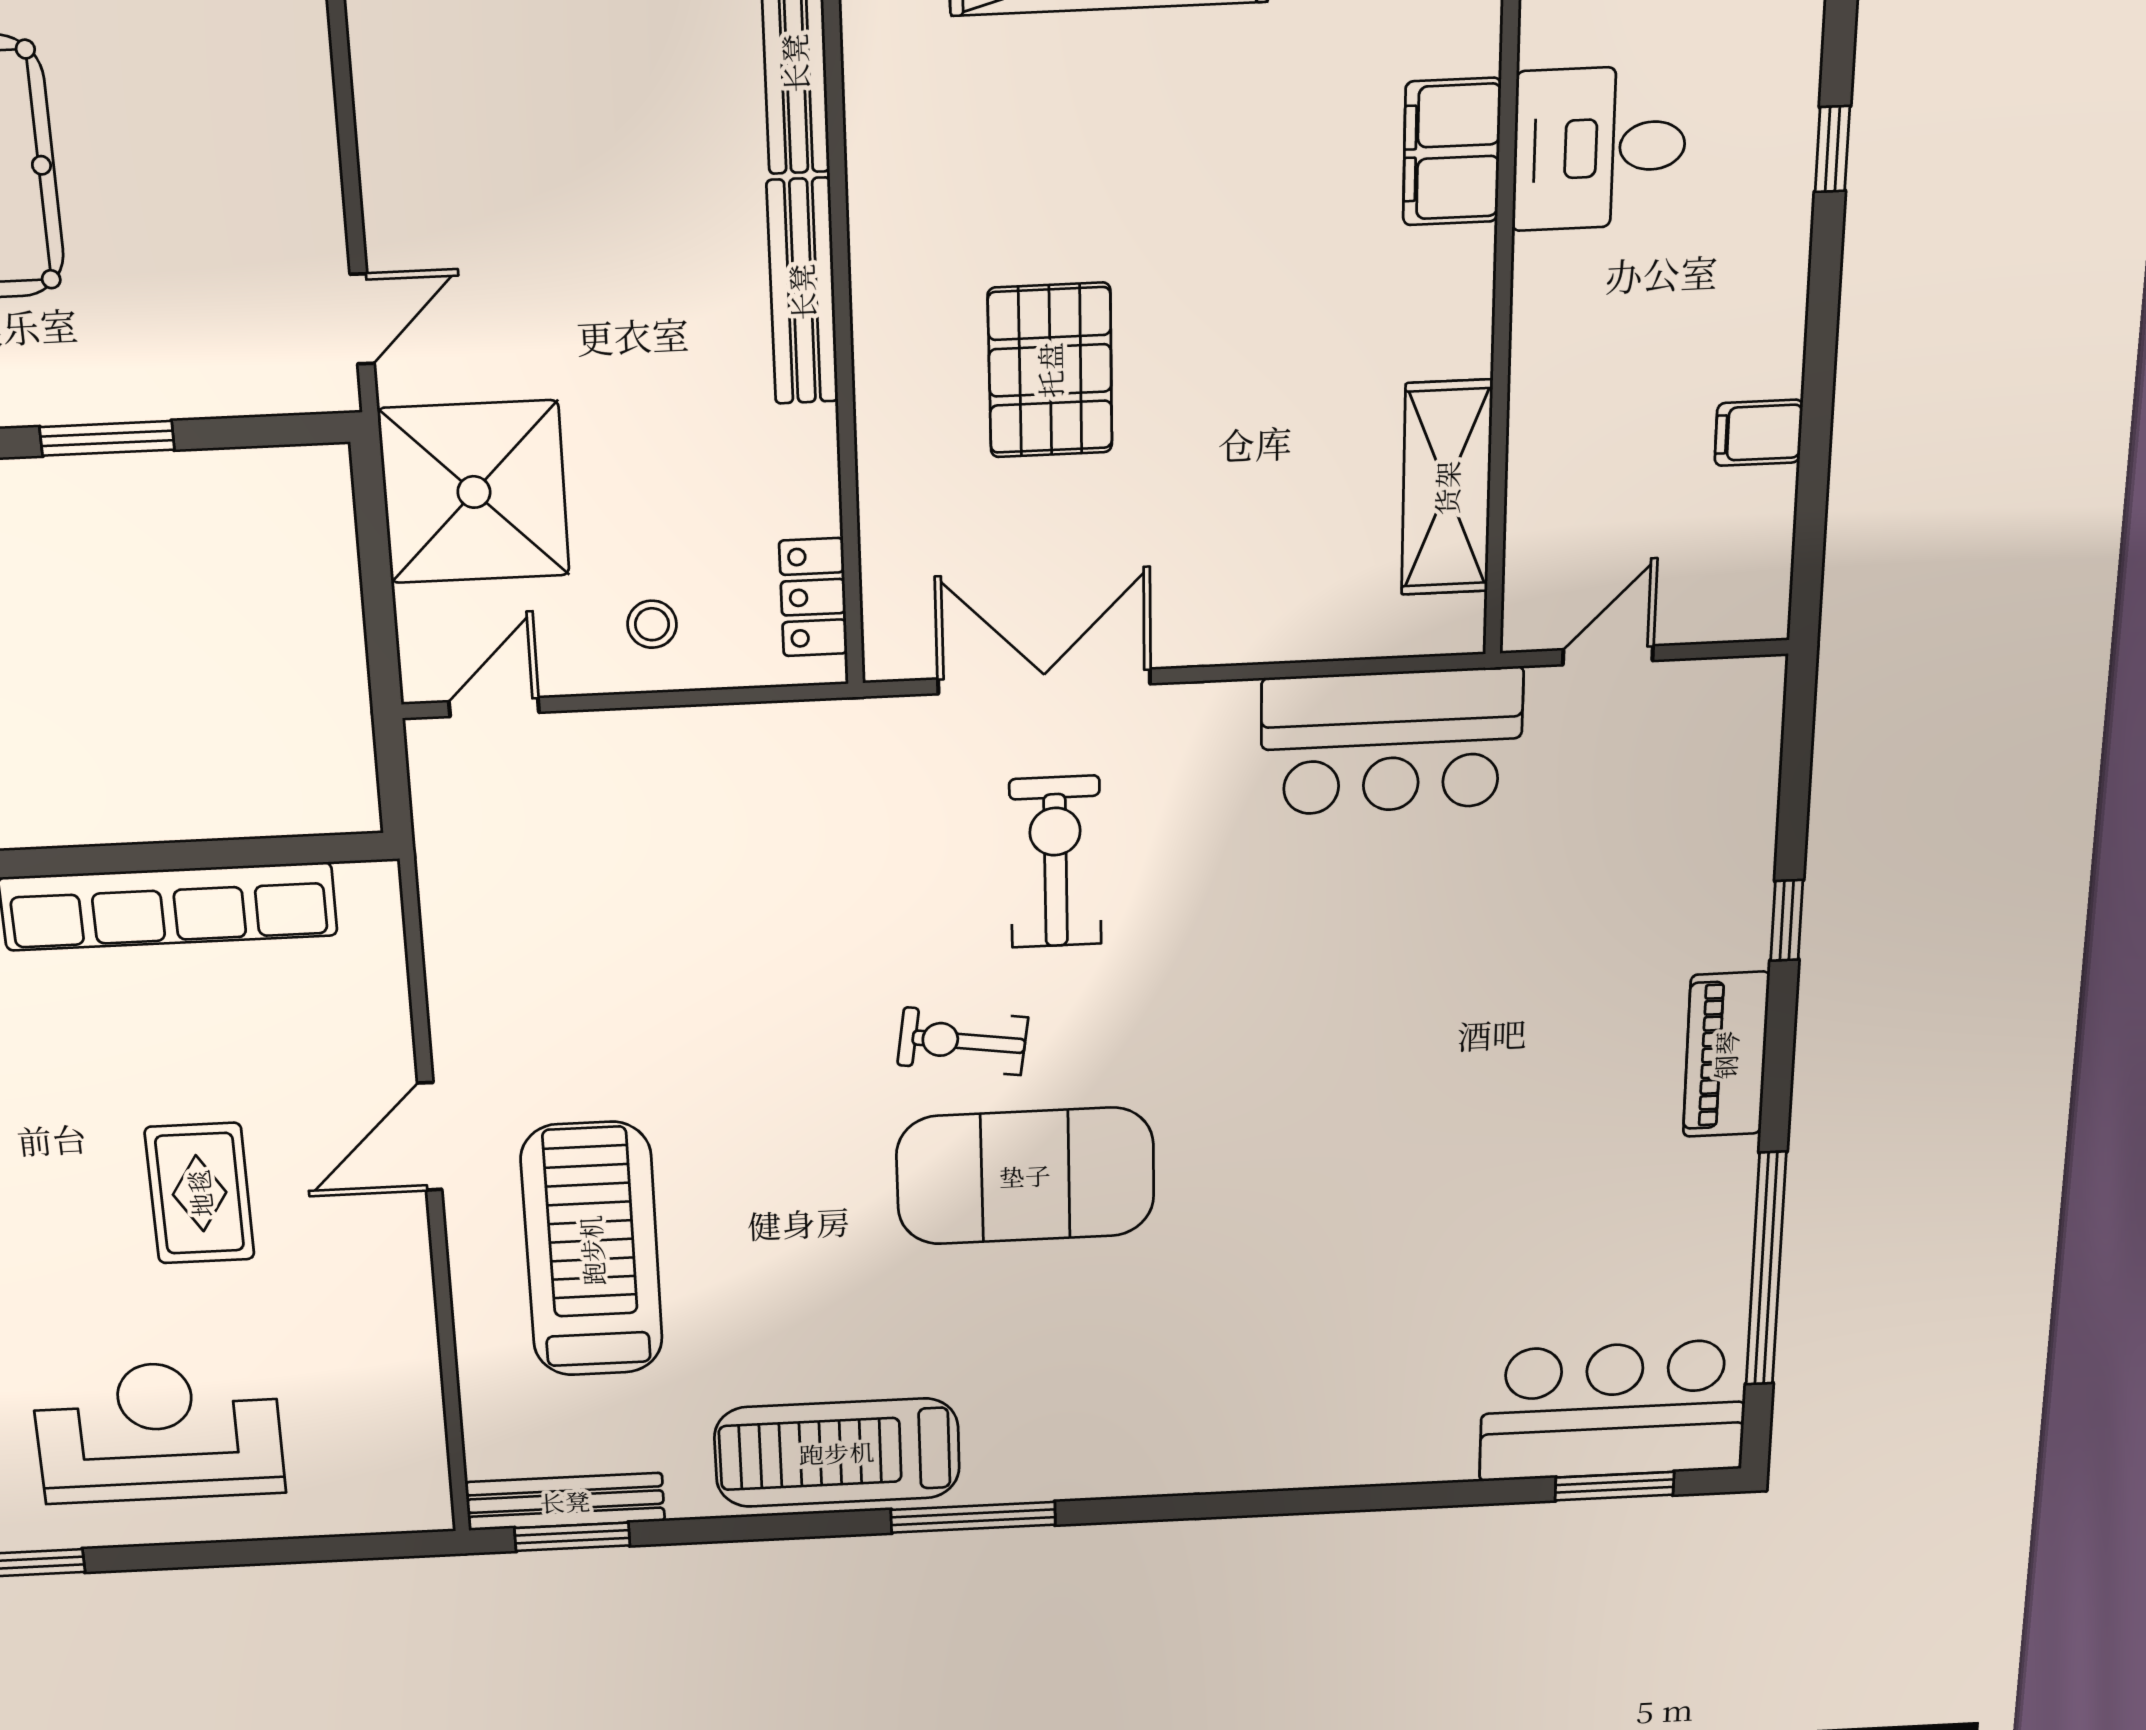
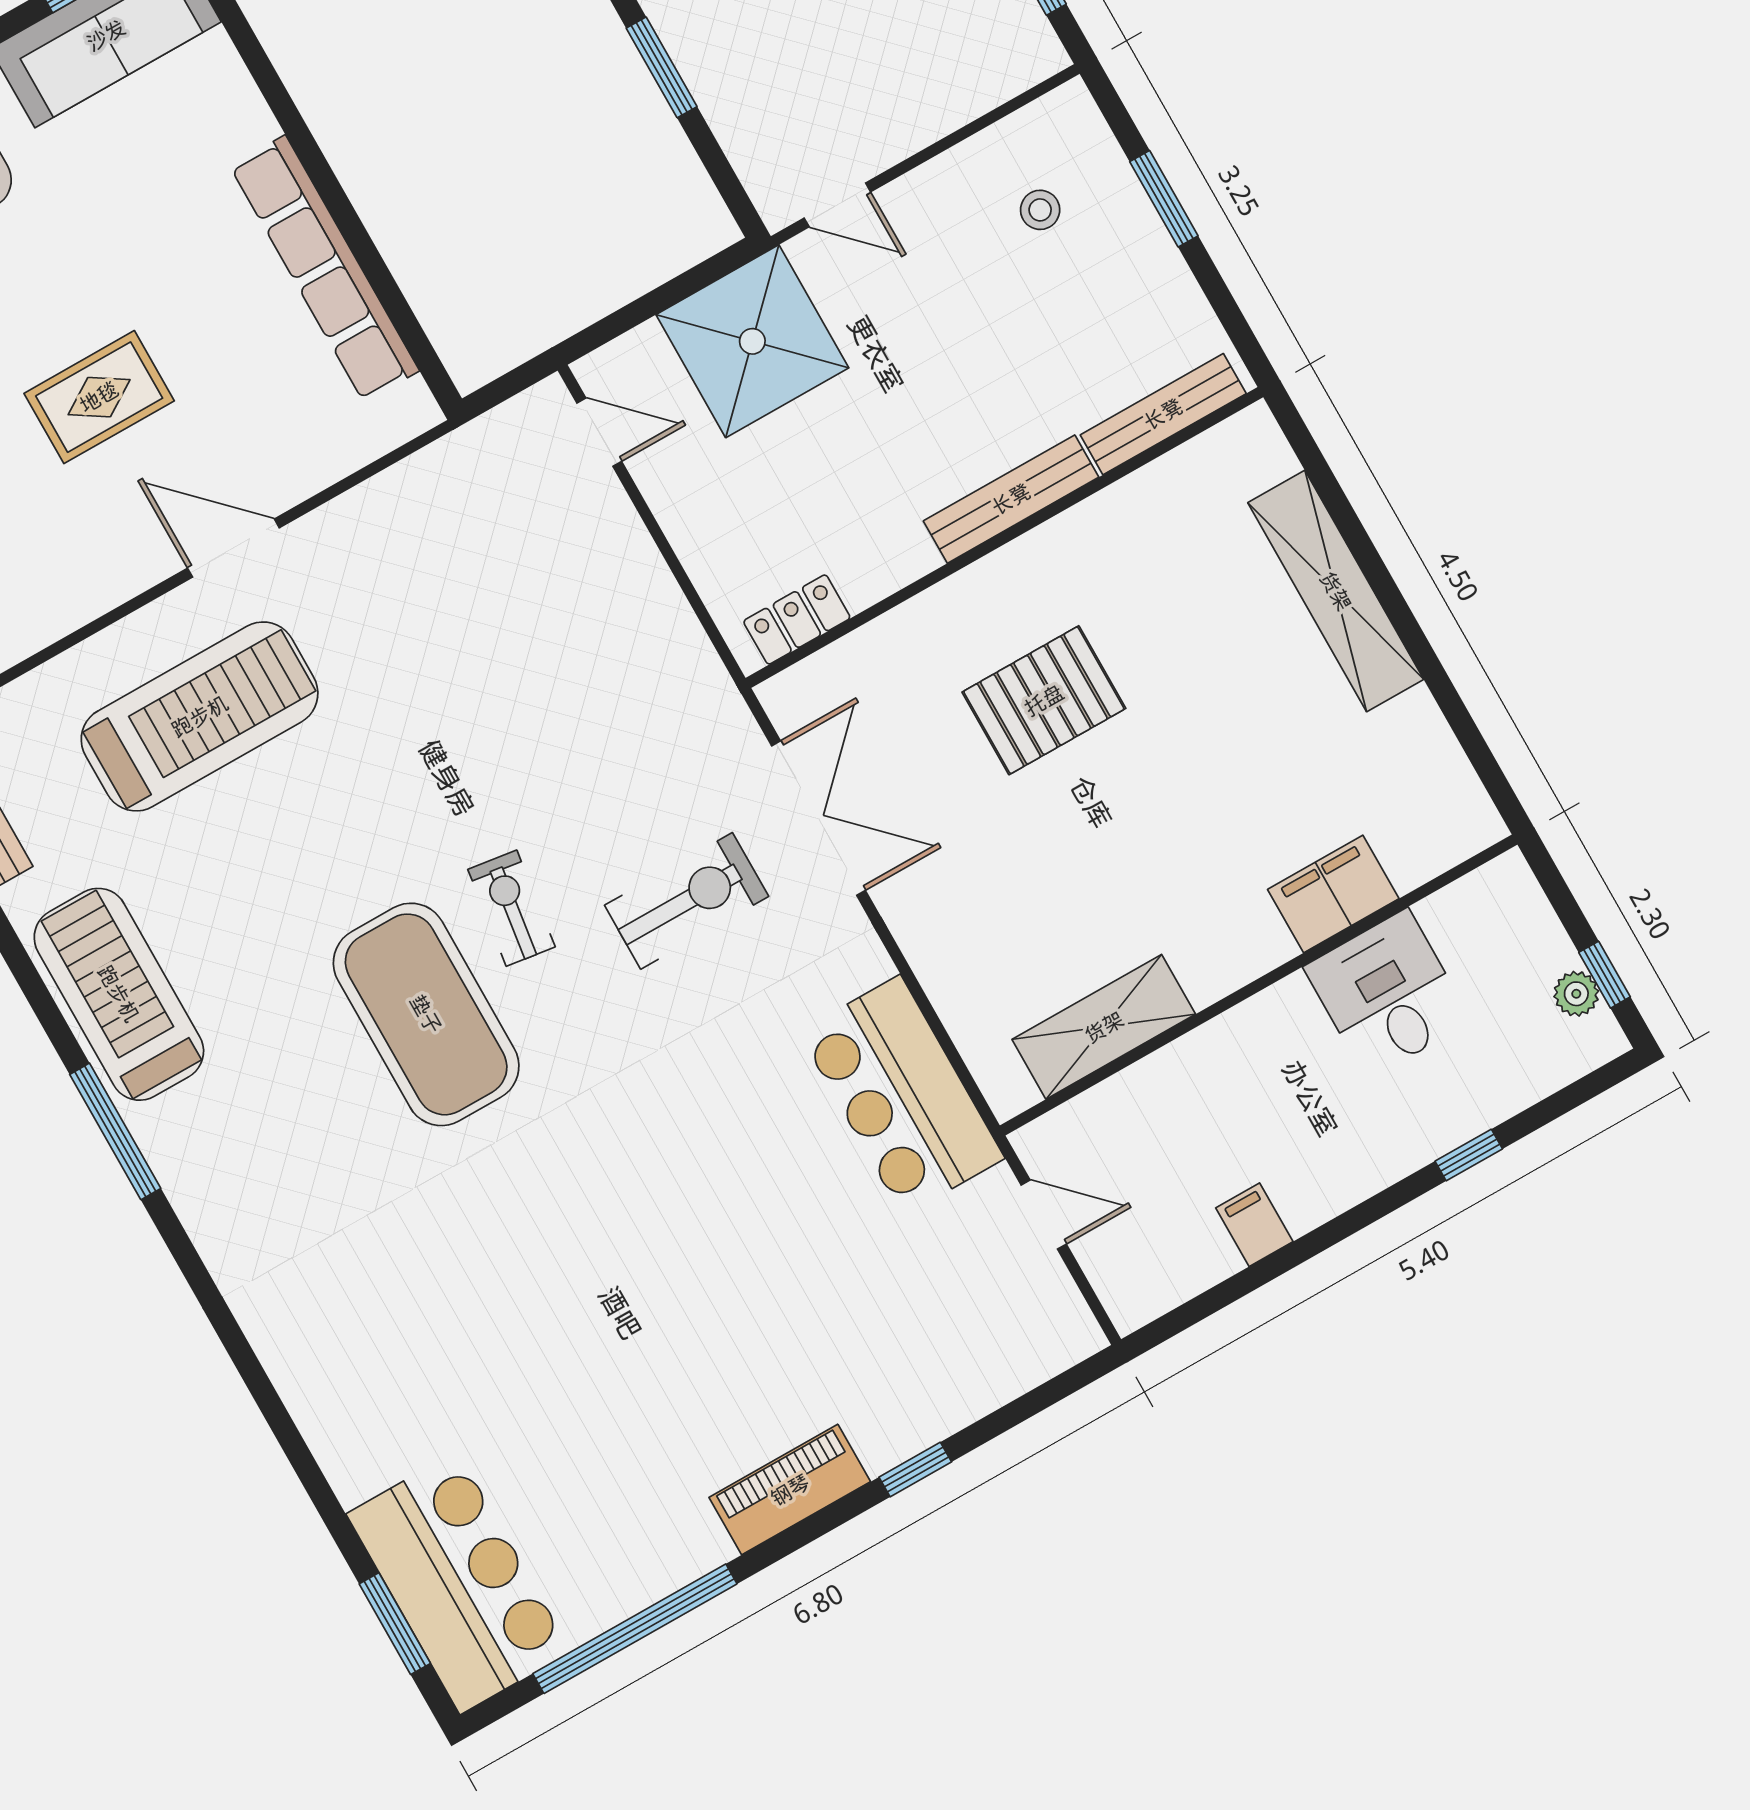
stool: (652, 624) -> (1040, 210), moved

